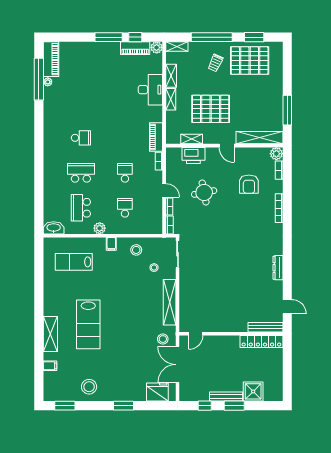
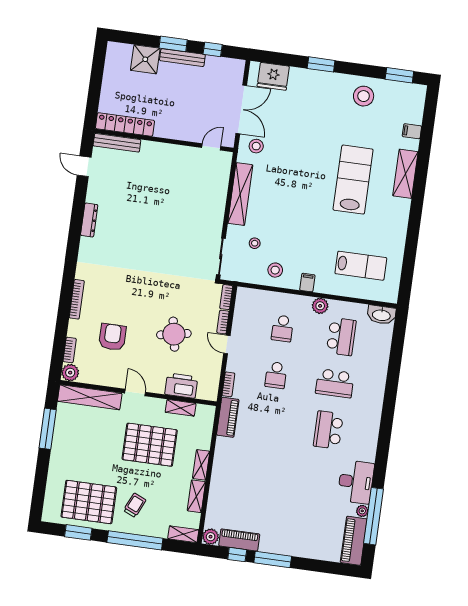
desk: (150, 90) -> (356, 482), moved, turned 180
school desk: (81, 138) -> (328, 430), width x1.85

